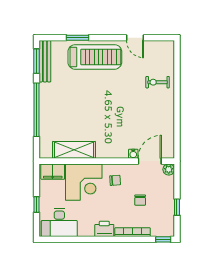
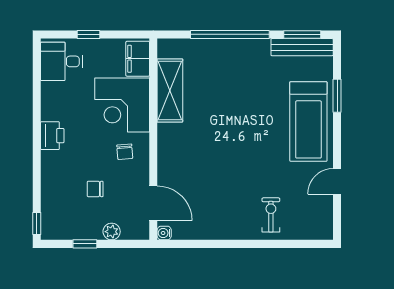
water cooler: (133, 154) -> (164, 233), moved
plant: (169, 169) -> (112, 232), moved
desk: (59, 223) -> (62, 61), width x0.73
bookcase: (132, 232) -> (47, 178), removed

